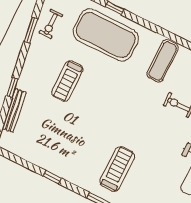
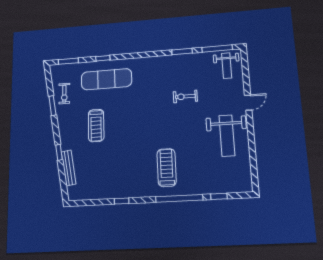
exercise mat: (106, 35) -> (106, 79), width x0.68
exercise mat: (163, 61) -> (156, 73), removed

